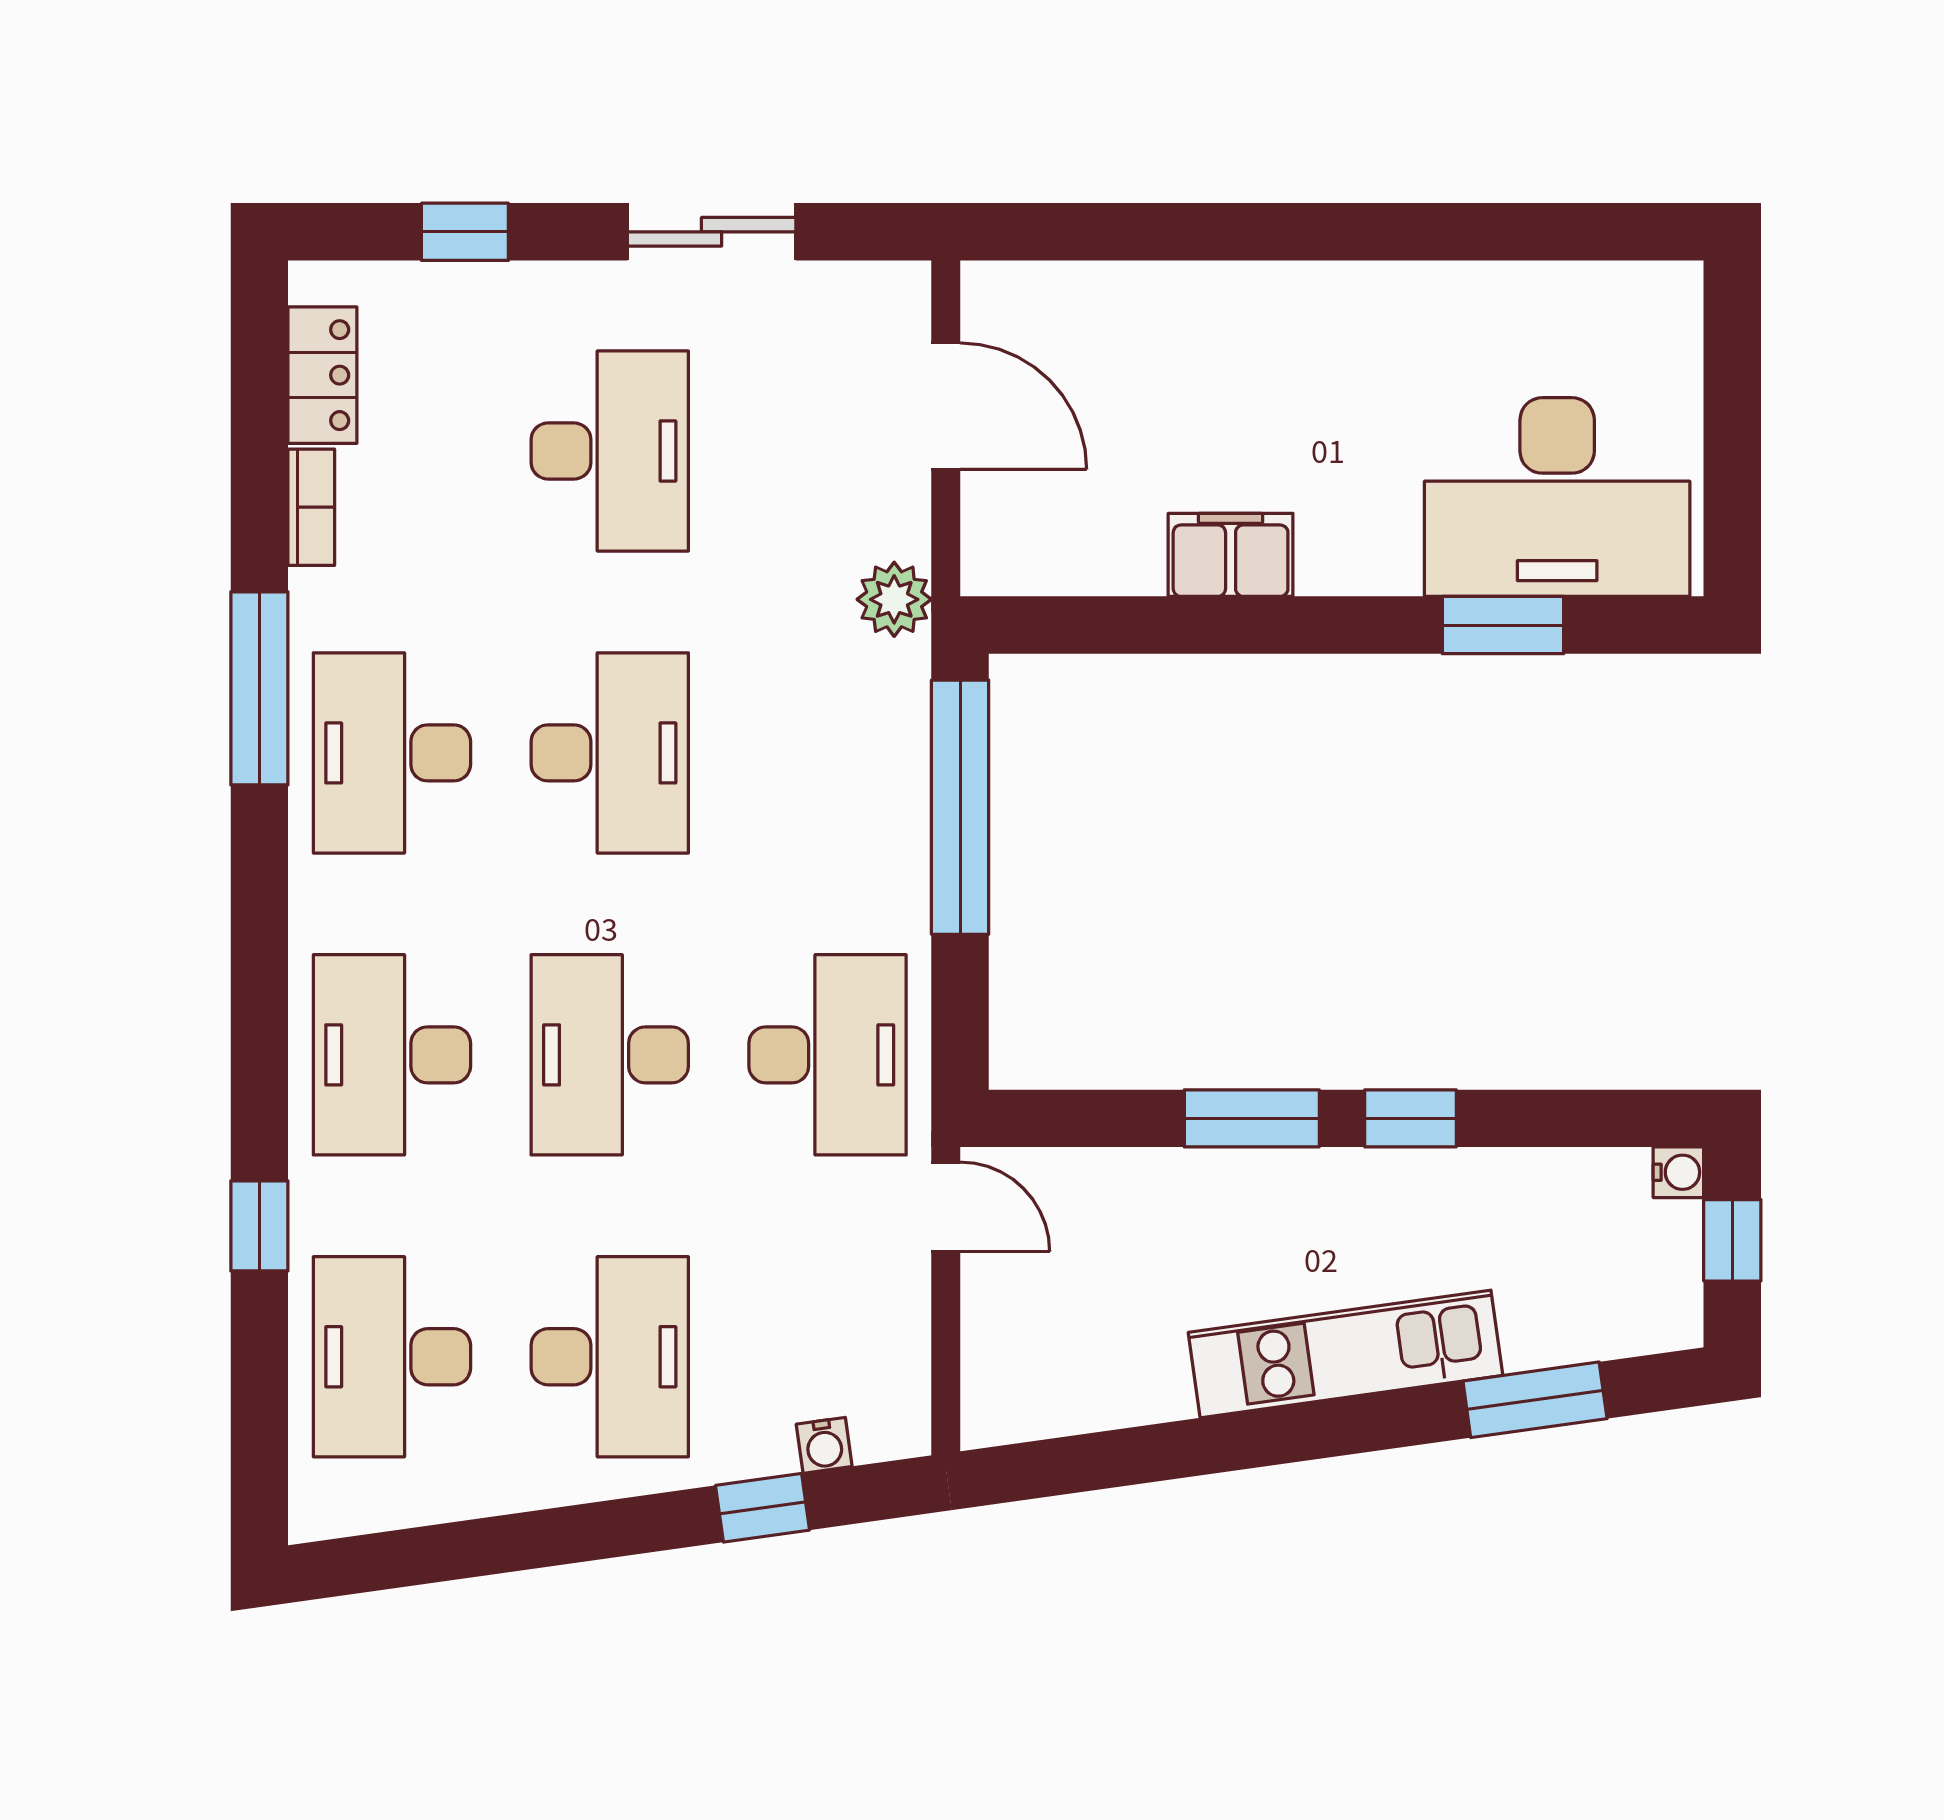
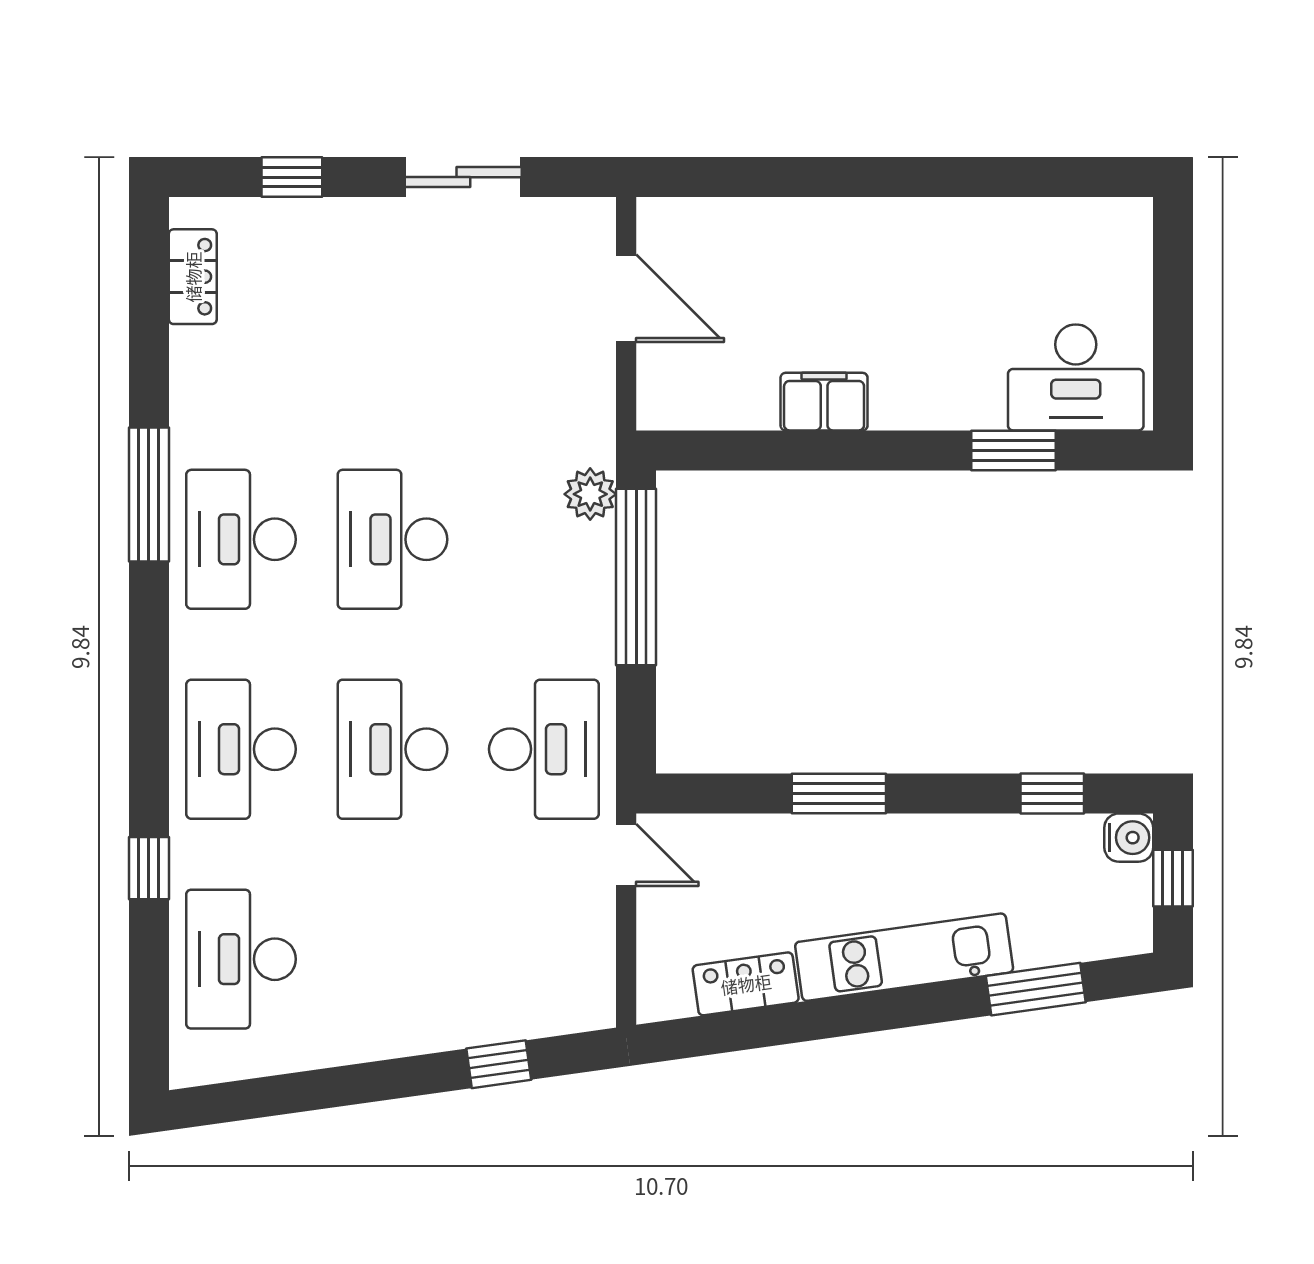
desk: (610, 451) -> (392, 329), removed
desk: (1557, 497) -> (1076, 377), width x0.73, depth x0.77
bookcase: (311, 507) -> (185, 369), removed
plant: (894, 599) -> (590, 494), moved
desk: (610, 753) -> (392, 539), turned 180
window: (1410, 1118) -> (1052, 793), moved
water cooler: (1678, 1172) -> (1129, 838), width x1.38, depth x1.38
desk: (610, 1357) -> (392, 959), removed
locker: (1118, 1392) -> (746, 984), added
water cooler: (824, 1445) -> (542, 1021), removed

